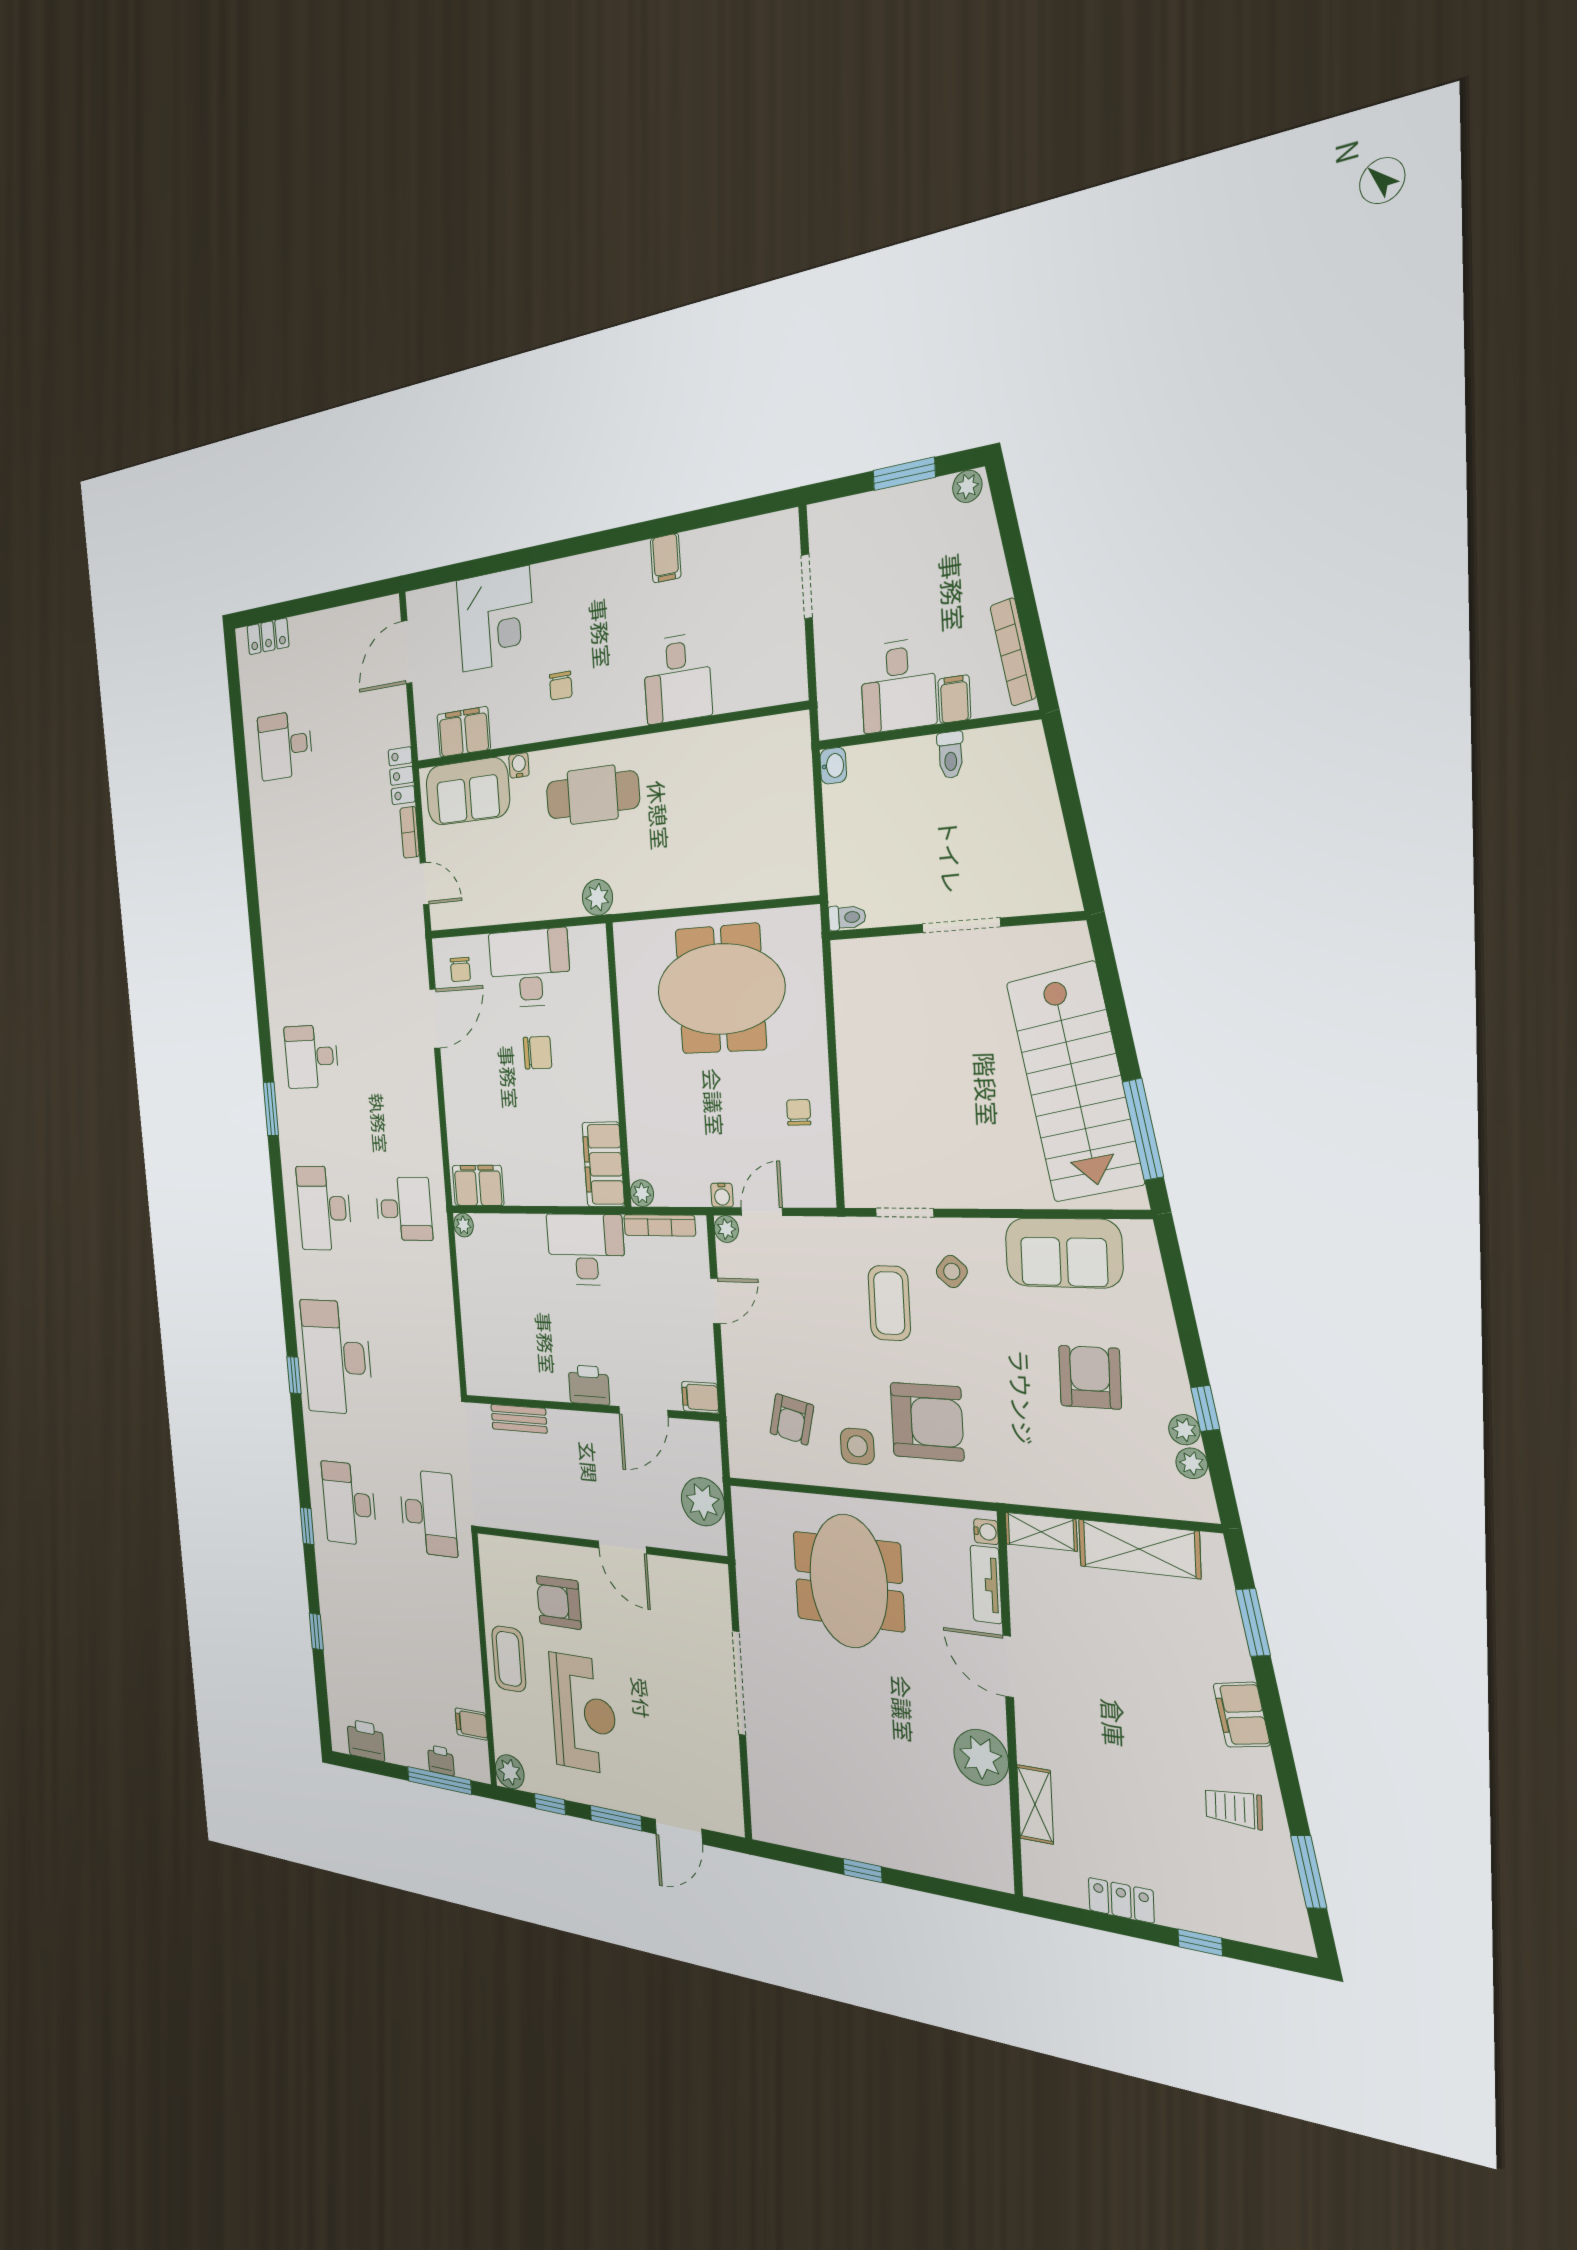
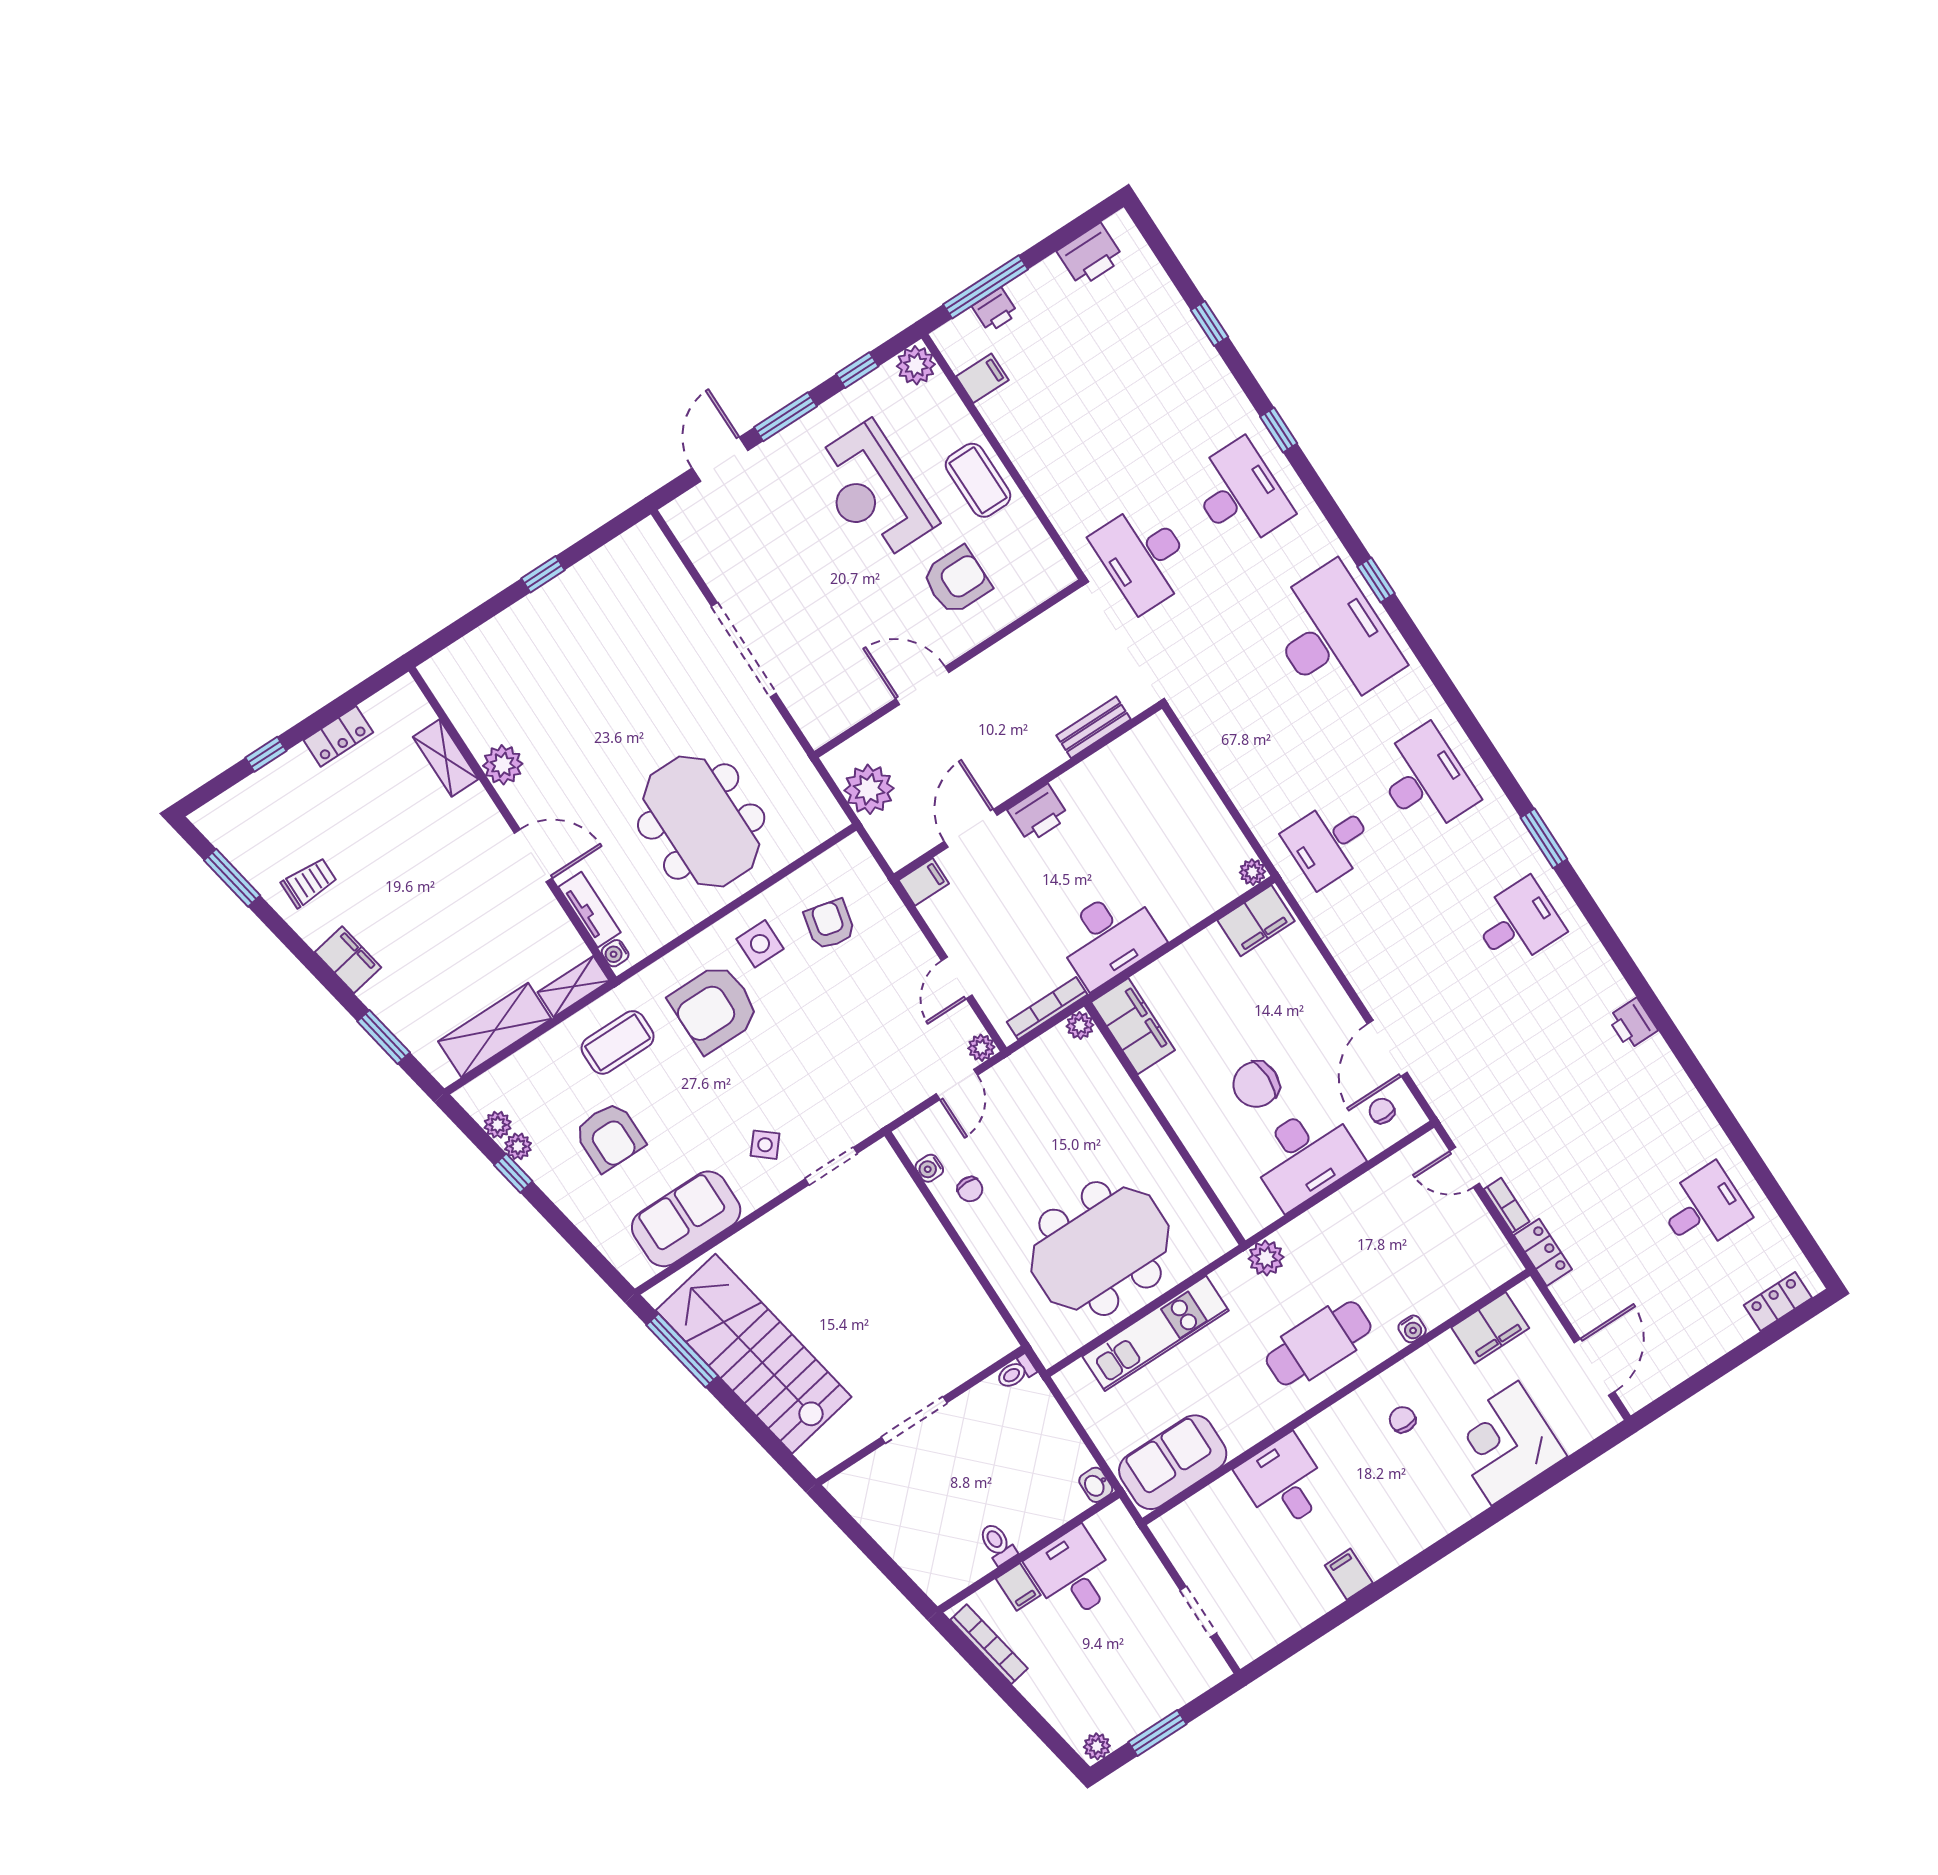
sofa: (468, 791) -> (1173, 1462), moved
kitchen unit: (714, 883) -> (1155, 1333), added
printer: (273, 927) -> (1633, 1024), added
chair: (537, 1053) -> (1256, 1084), width x1.37, depth x1.37
water cooler: (722, 1195) -> (929, 1168), moved, turned -90
coffee table: (889, 1303) -> (618, 1042), moved, turned 90
plant: (981, 1757) -> (503, 765), width x0.73, depth x0.73

